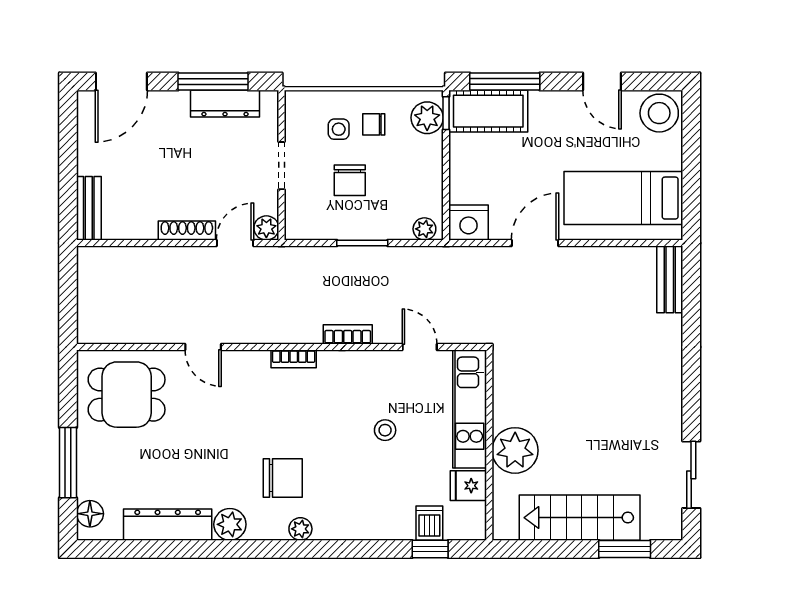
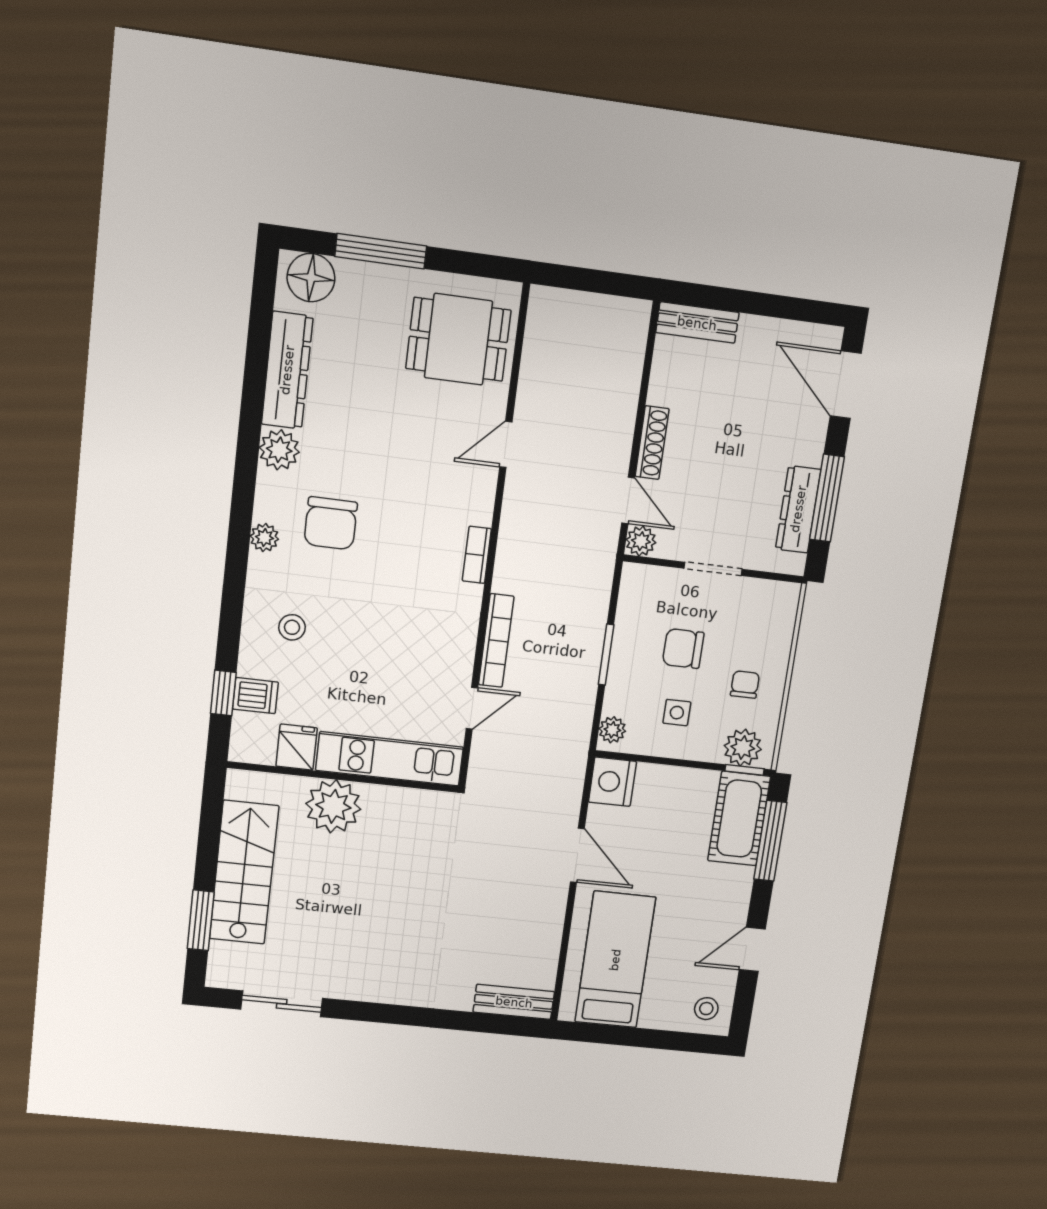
stool: (659, 113) -> (706, 1009), width x0.53, depth x0.53
side table: (339, 129) -> (677, 713), moved
bookcase: (348, 334) -> (496, 641), width x1.56
dining table: (127, 395) -> (458, 339), turned 90
stool: (385, 430) -> (292, 627), moved
floor lamp: (90, 514) -> (311, 278), width x1.38, depth x1.38

